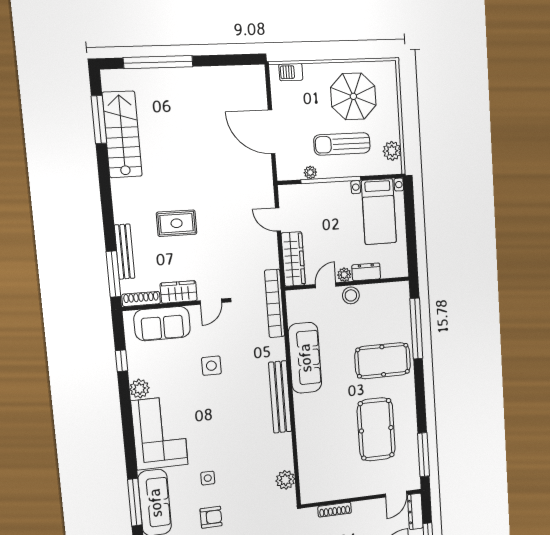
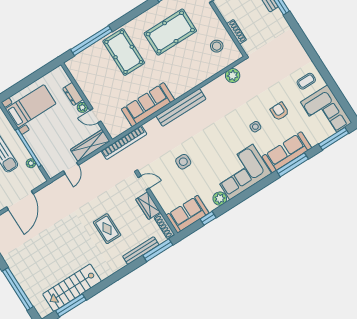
stool: (351, 295) -> (217, 46), moved
sofa: (162, 324) -> (187, 214), moved, turned -90

